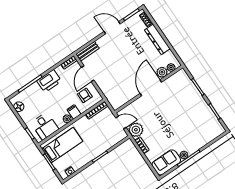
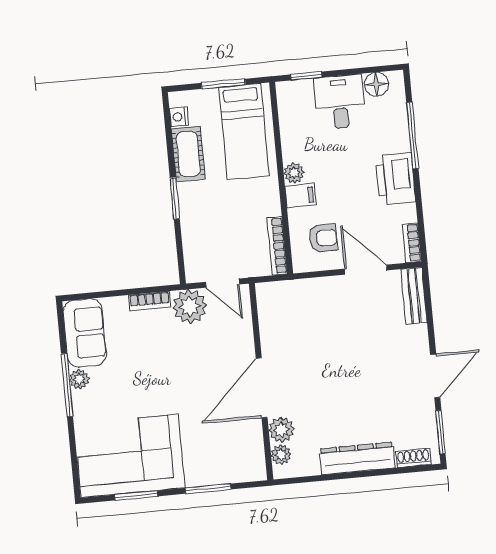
door: (151, 88) -> (262, 388), swing flipped
corner sofa: (202, 122) -> (130, 456), added
door: (121, 123) -> (223, 283), hinge flipped
desk: (45, 126) -> (340, 102), moved, turned 90
cot: (81, 161) -> (188, 154), added

